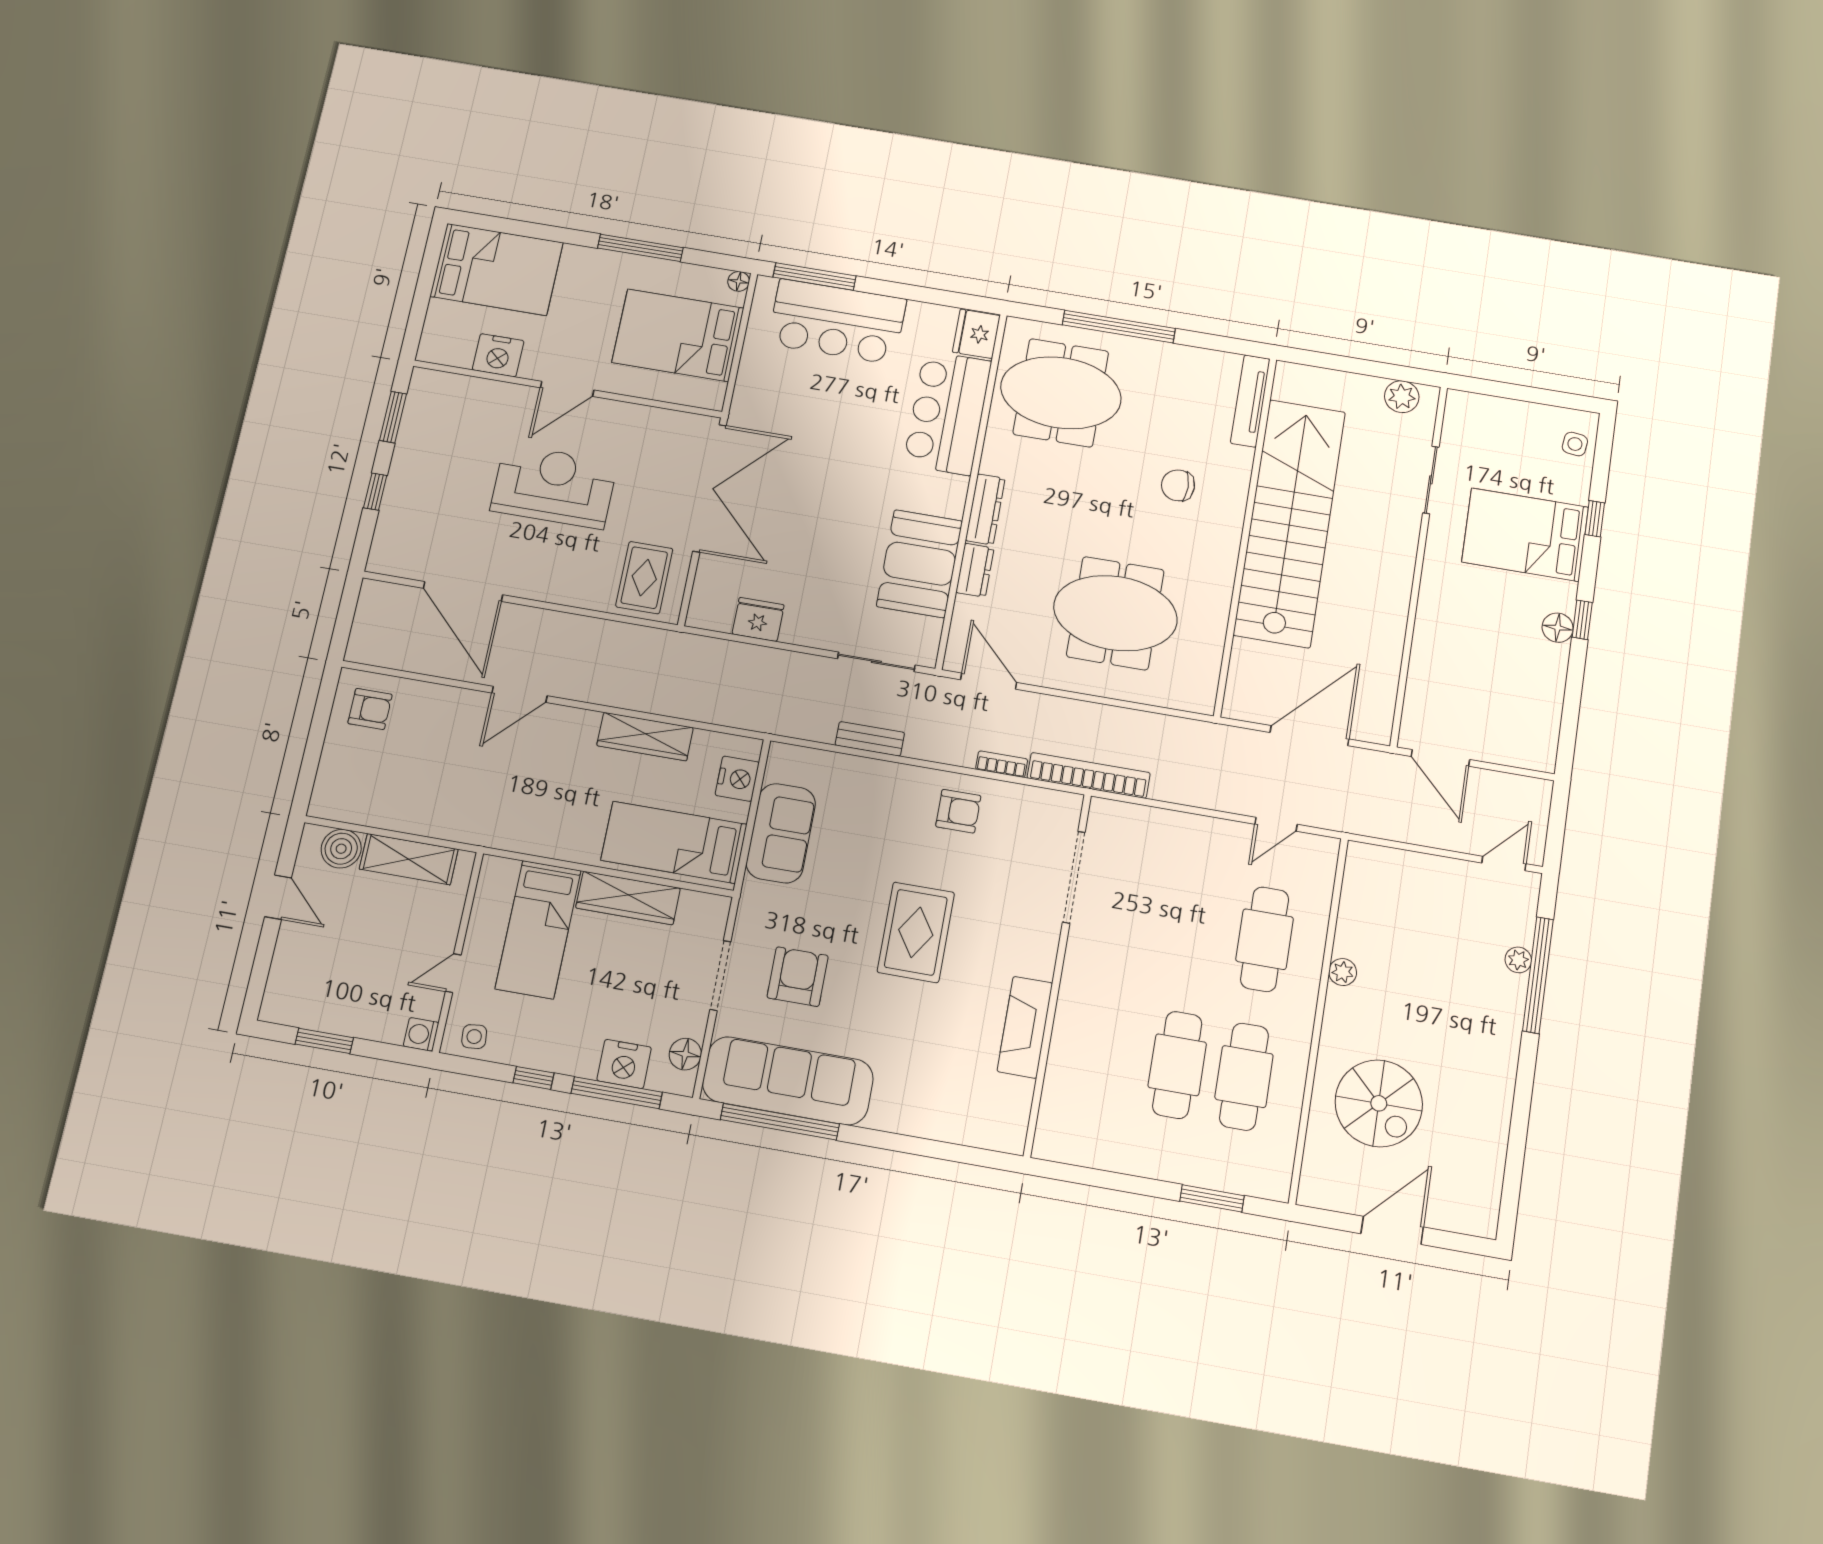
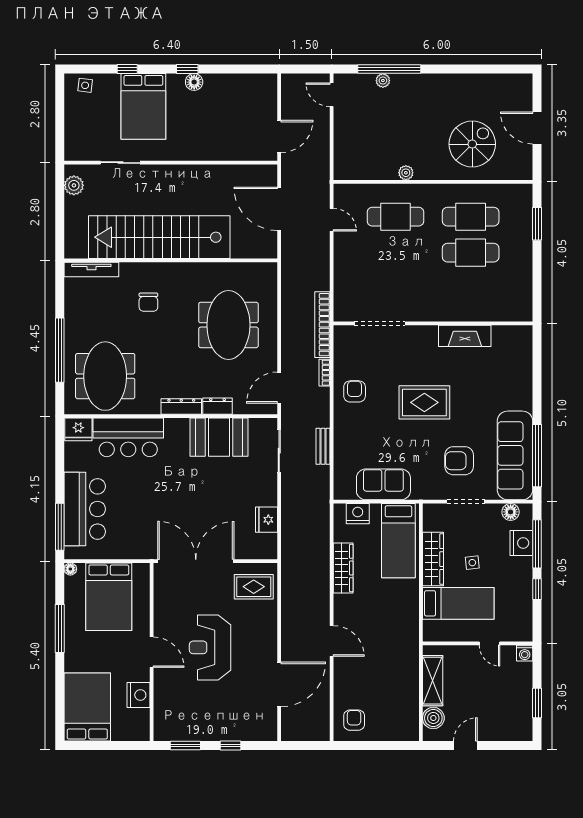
side table: (474, 1037) -> (472, 563), moved

